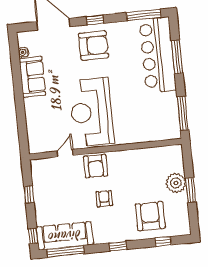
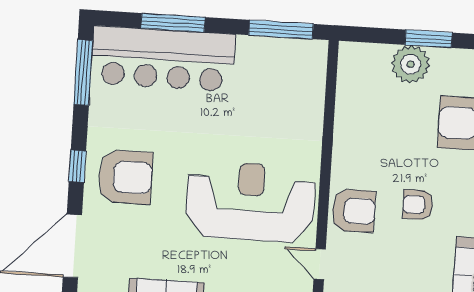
armchair: (93, 46) -> (125, 177), turned 90
reception desk: (91, 112) -> (250, 202), turned 180

